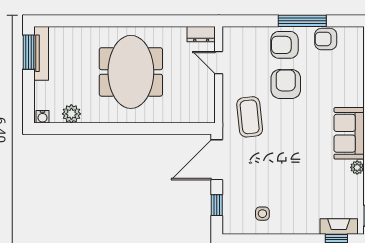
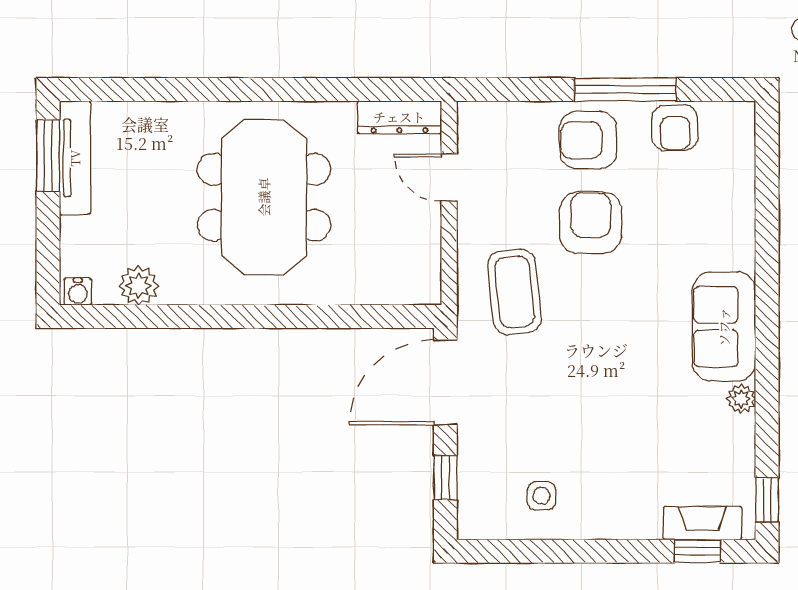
dresser: (201, 34) -> (399, 117), width x1.44
armchair: (326, 39) -> (675, 128), turned -92

